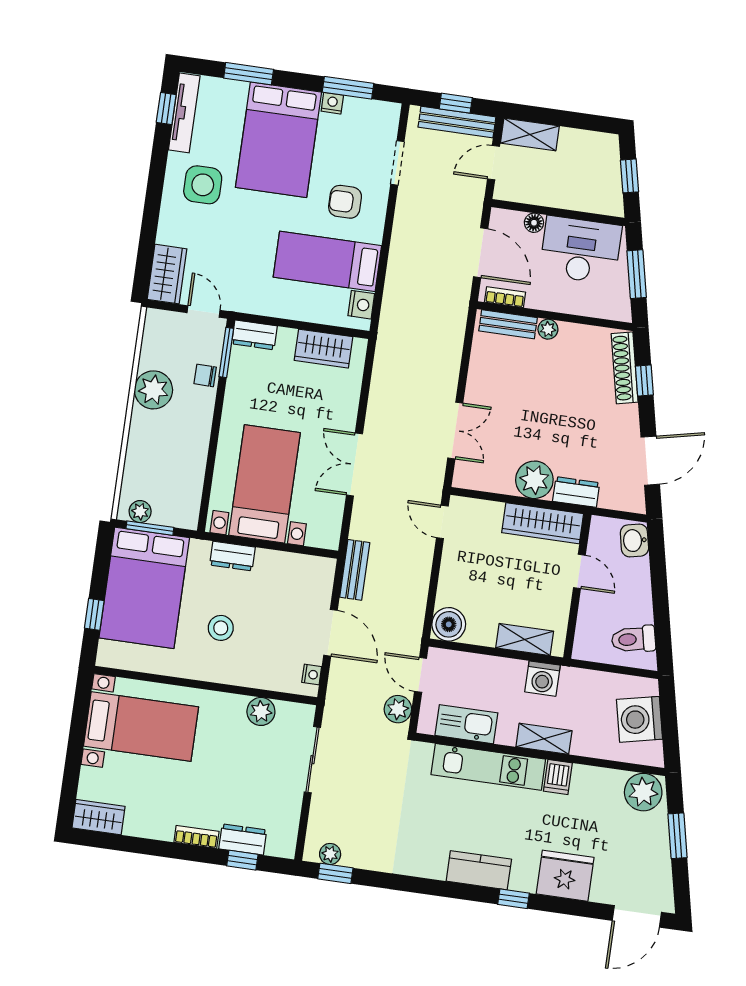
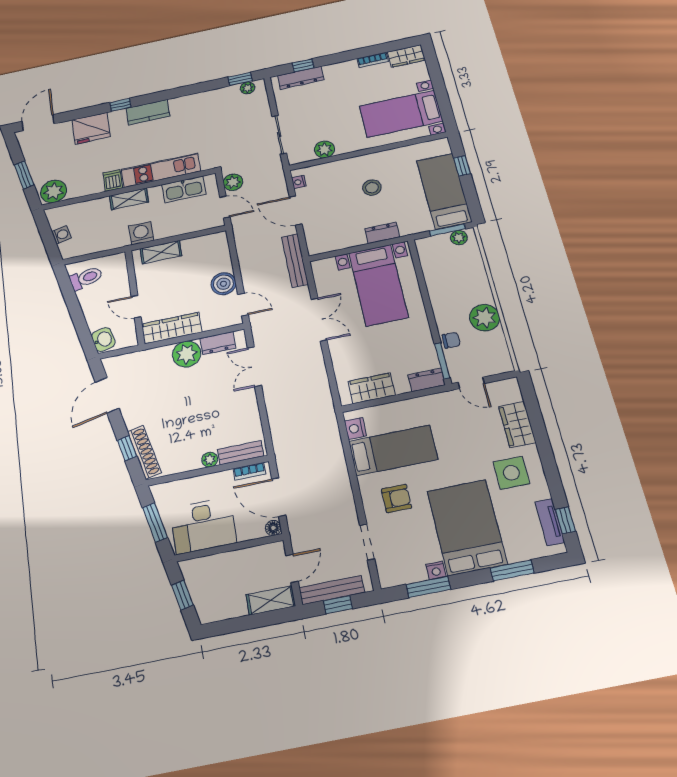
tv unit: (184, 113) -> (550, 522), width x0.71
floor lamp: (534, 223) -> (273, 528), moved
wardrobe: (167, 274) -> (517, 424), moved
dresser: (576, 492) -> (218, 343), moved
bench: (355, 570) -> (295, 260), width x1.36
bed: (144, 588) -> (444, 191), width x0.67
boiler: (449, 624) -> (223, 284), moved
washing machine: (639, 719) -> (61, 235), width x0.53, depth x0.53
bookcase: (196, 837) -> (373, 60), moved
dresser: (243, 839) -> (301, 78), width x1.44

